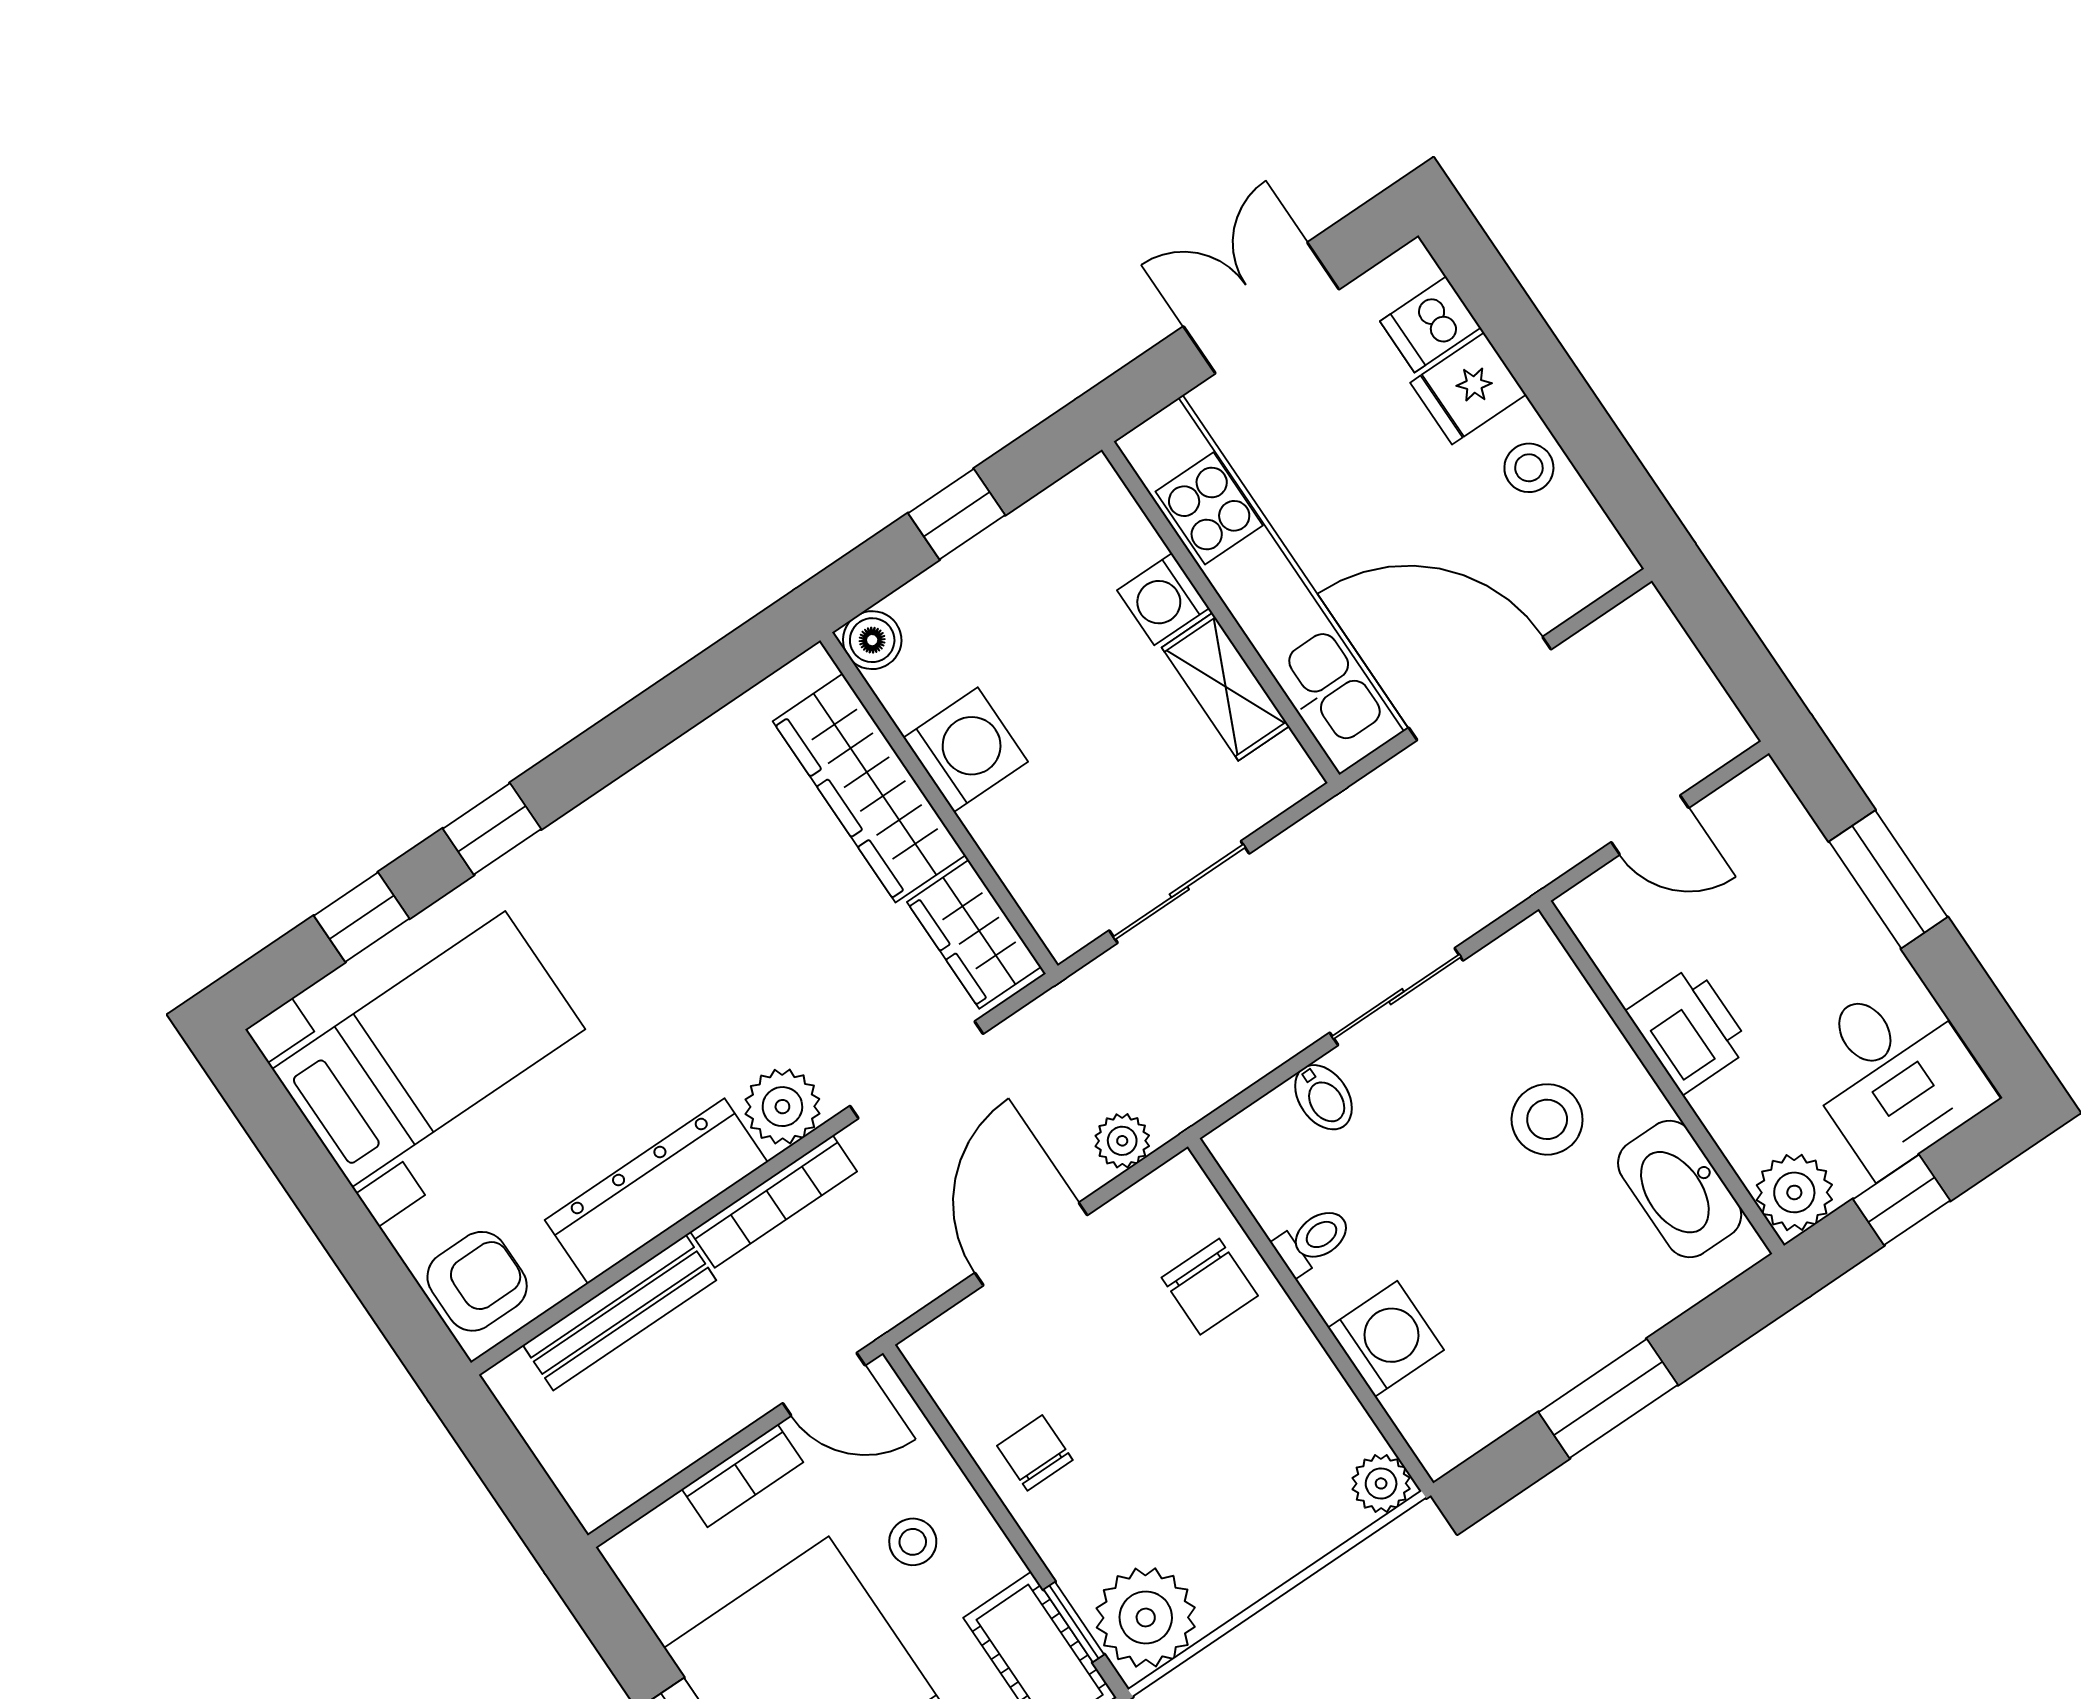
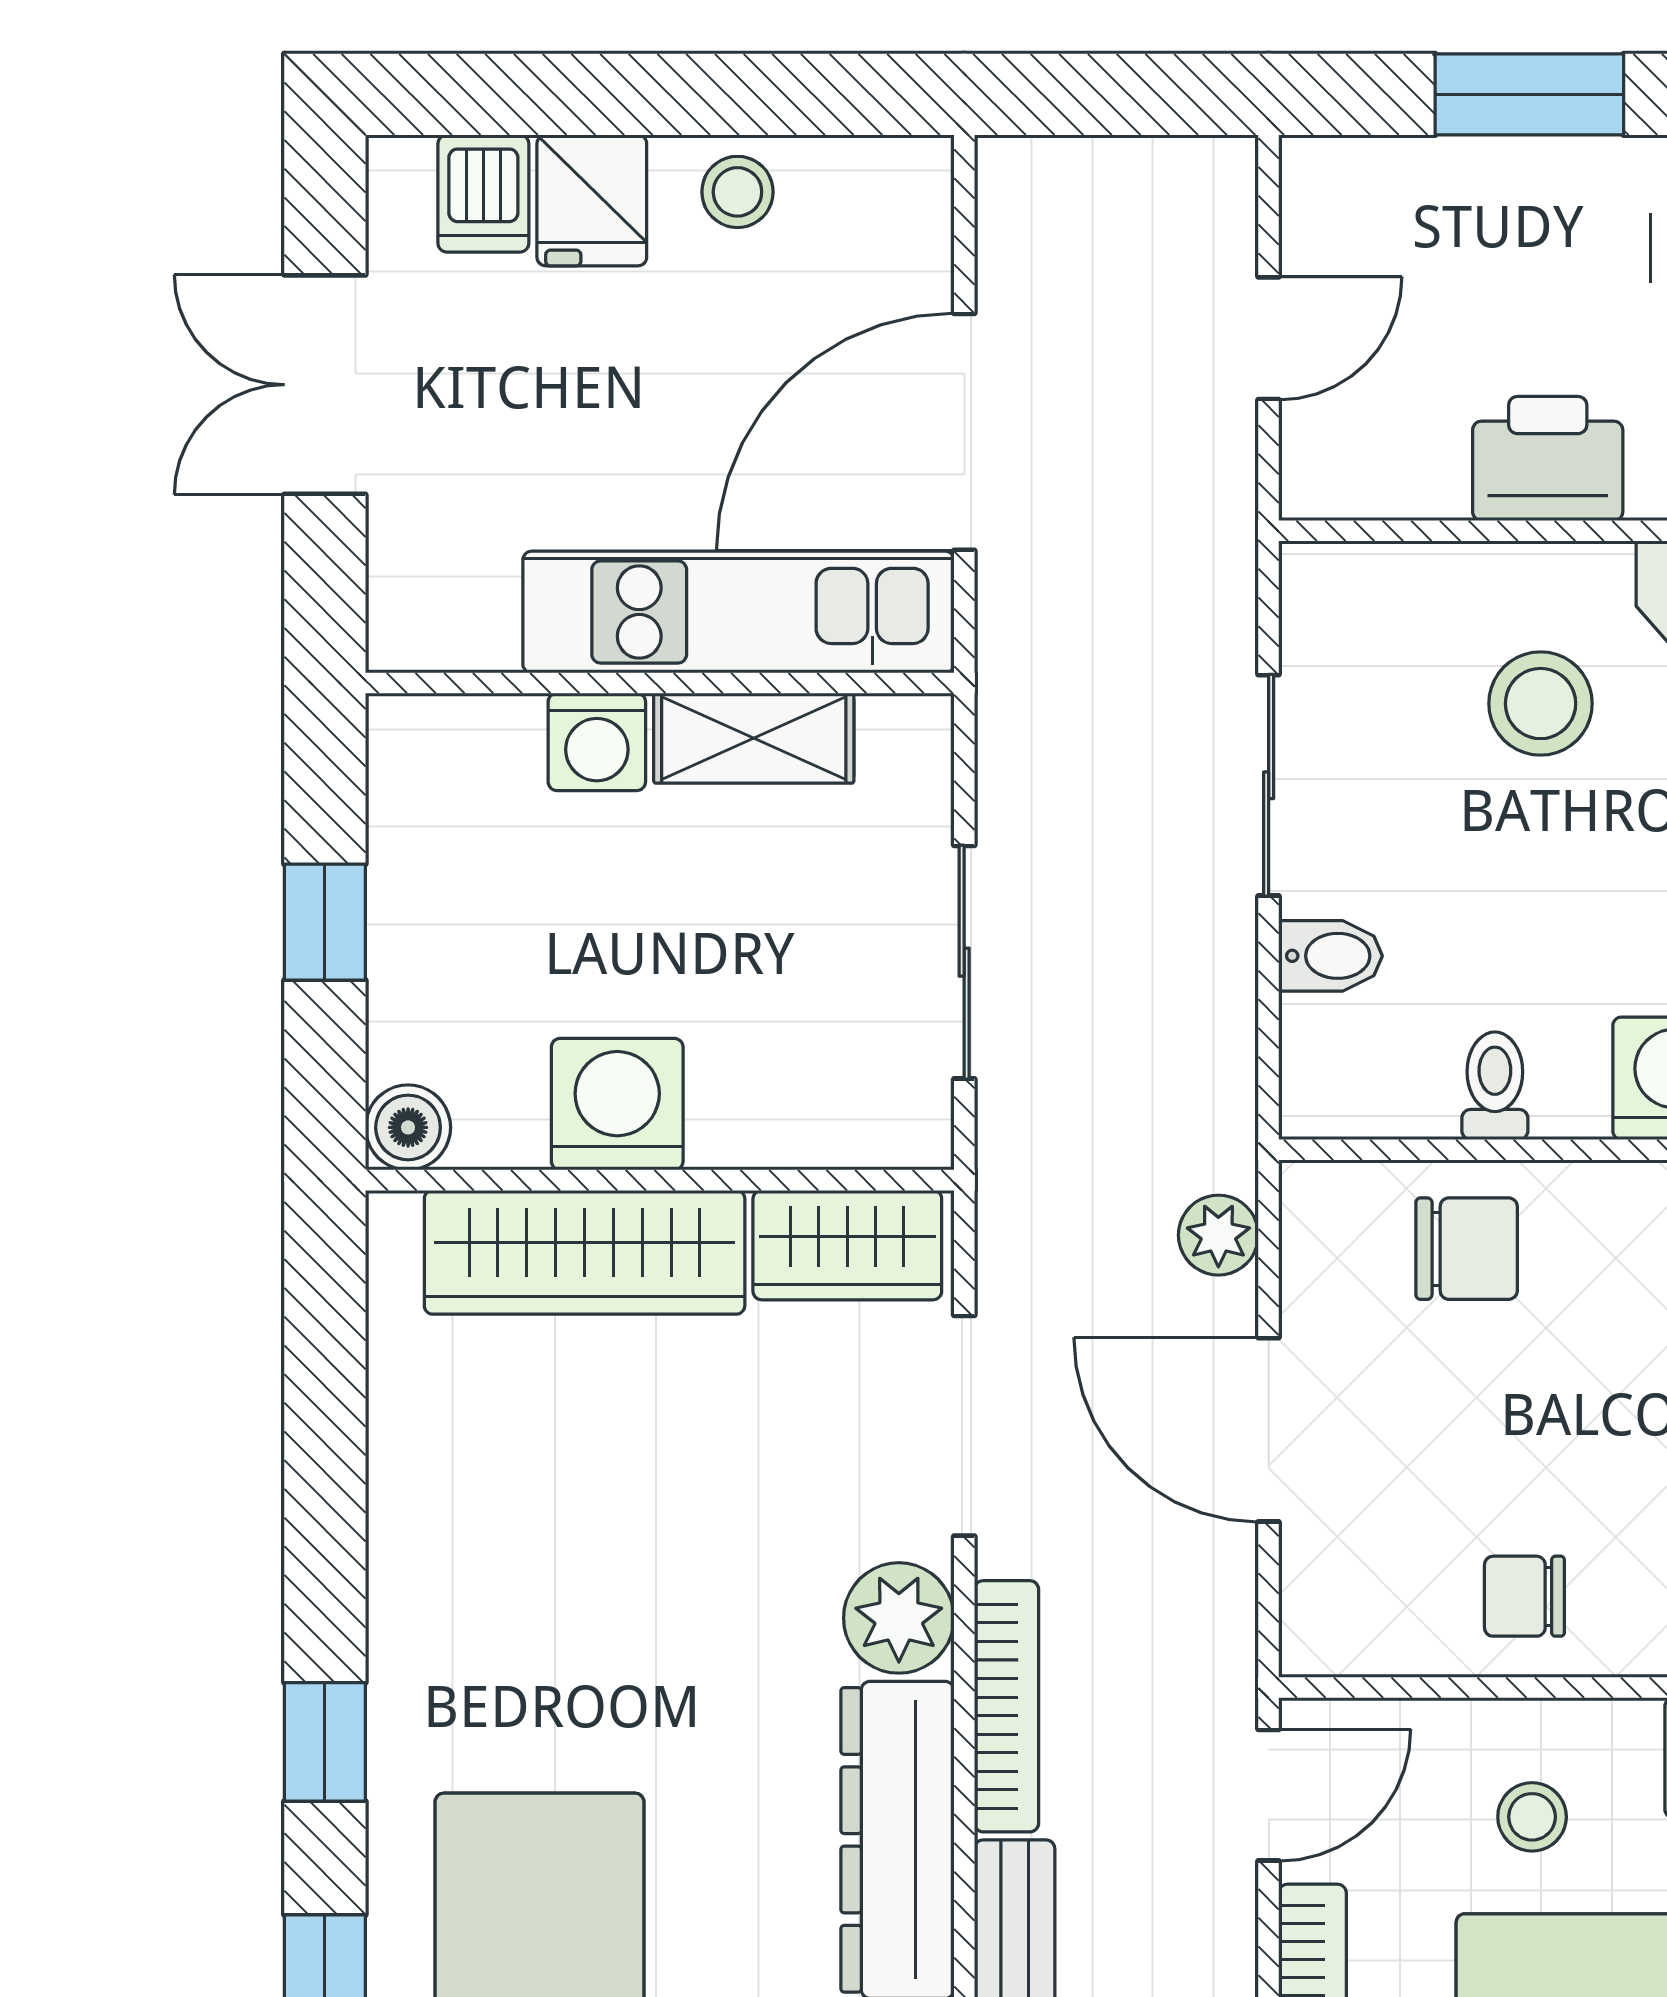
kitchen unit: (1261, 585) -> (738, 612), width x0.73

